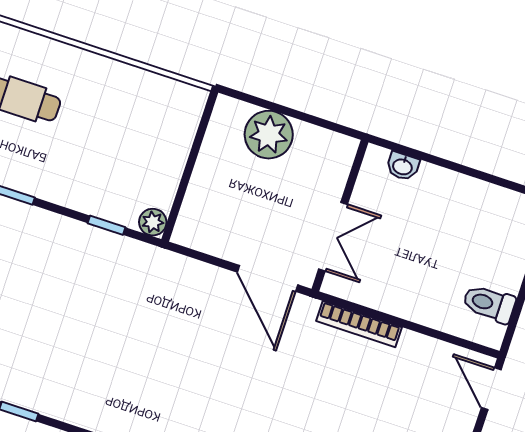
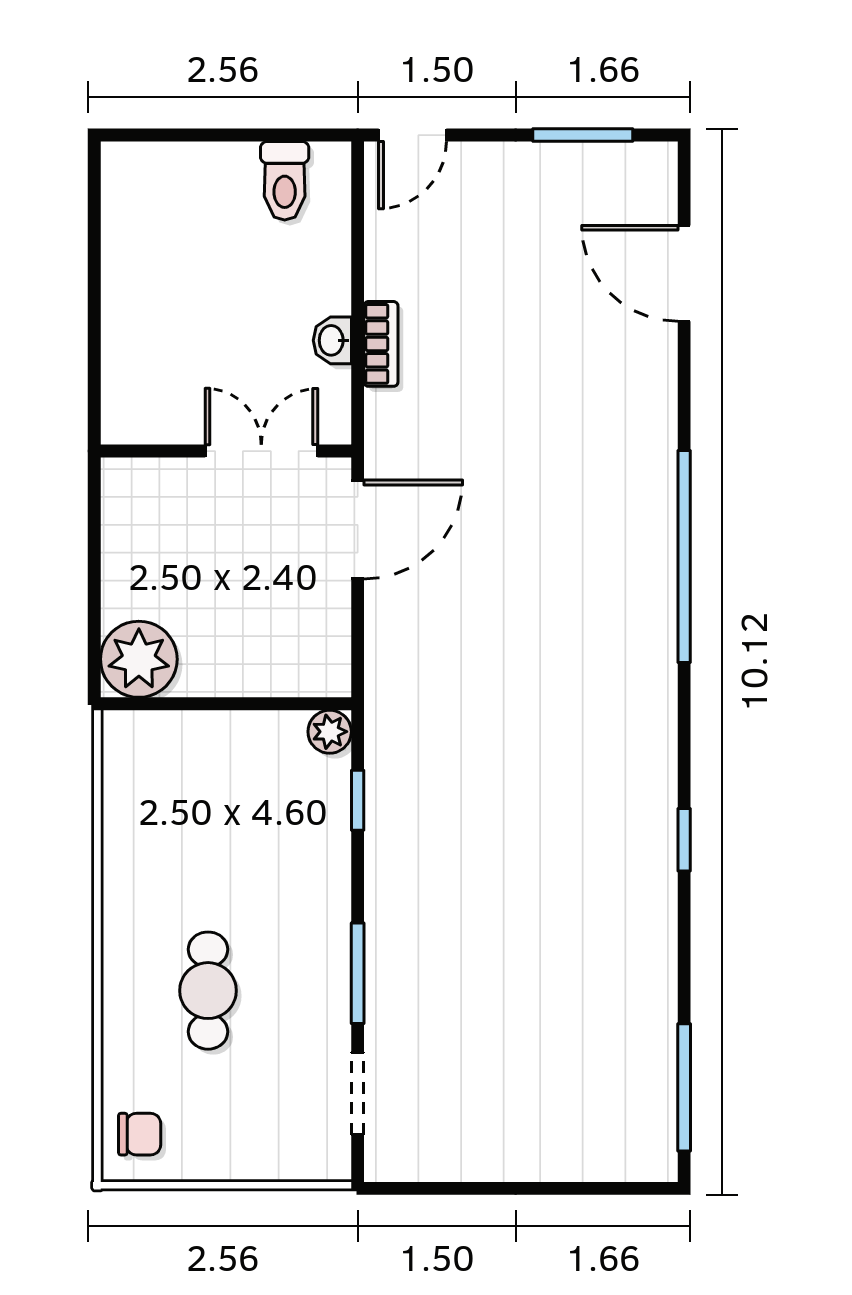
plant: (269, 135) -> (139, 659), moved
washbasin: (403, 166) -> (332, 340), moved, turned 180
bookcase: (359, 324) -> (381, 344), width x0.64

